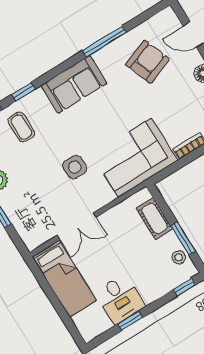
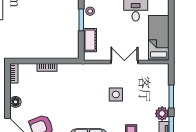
corner sofa: (135, 158) -> (80, 79), removed
double door: (77, 226) -> (124, 62), moved

